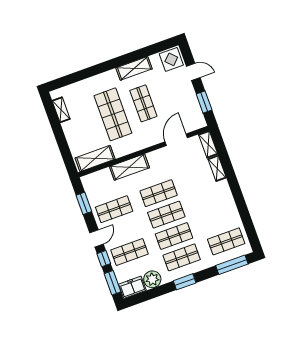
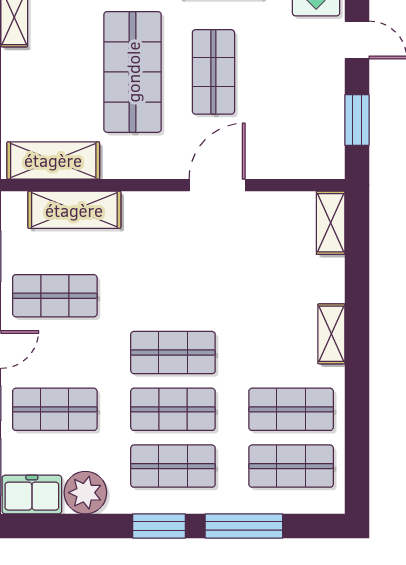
door: (176, 140) -> (217, 185), moved
shelving: (129, 167) -> (74, 210), moved
shelving: (217, 168) -> (331, 334), moved
shop shelf: (159, 193) -> (291, 409), moved
window: (232, 265) -> (244, 526), moved

